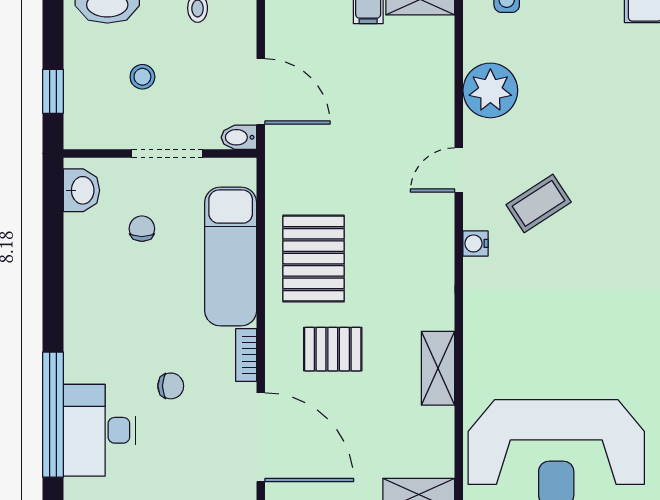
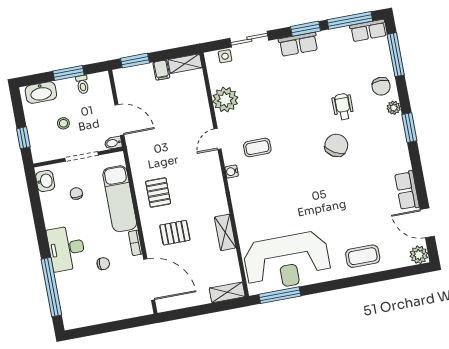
coffee table: (539, 203) -> (257, 148), turned 33
pallet: (313, 259) -> (158, 192), width x0.67, depth x0.71
desk: (99, 430) -> (66, 248), moved

